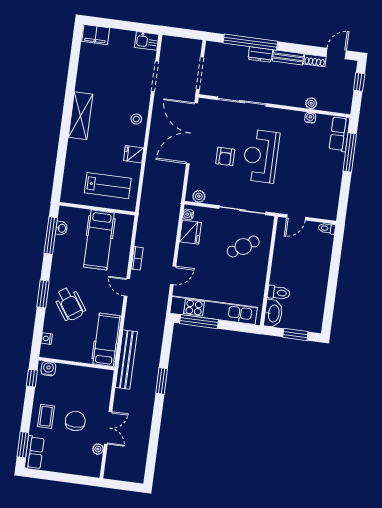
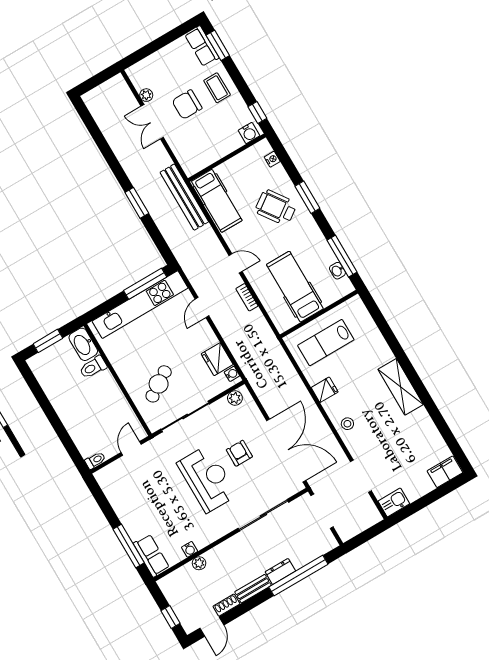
chair: (75, 421) -> (187, 105), turned 90

